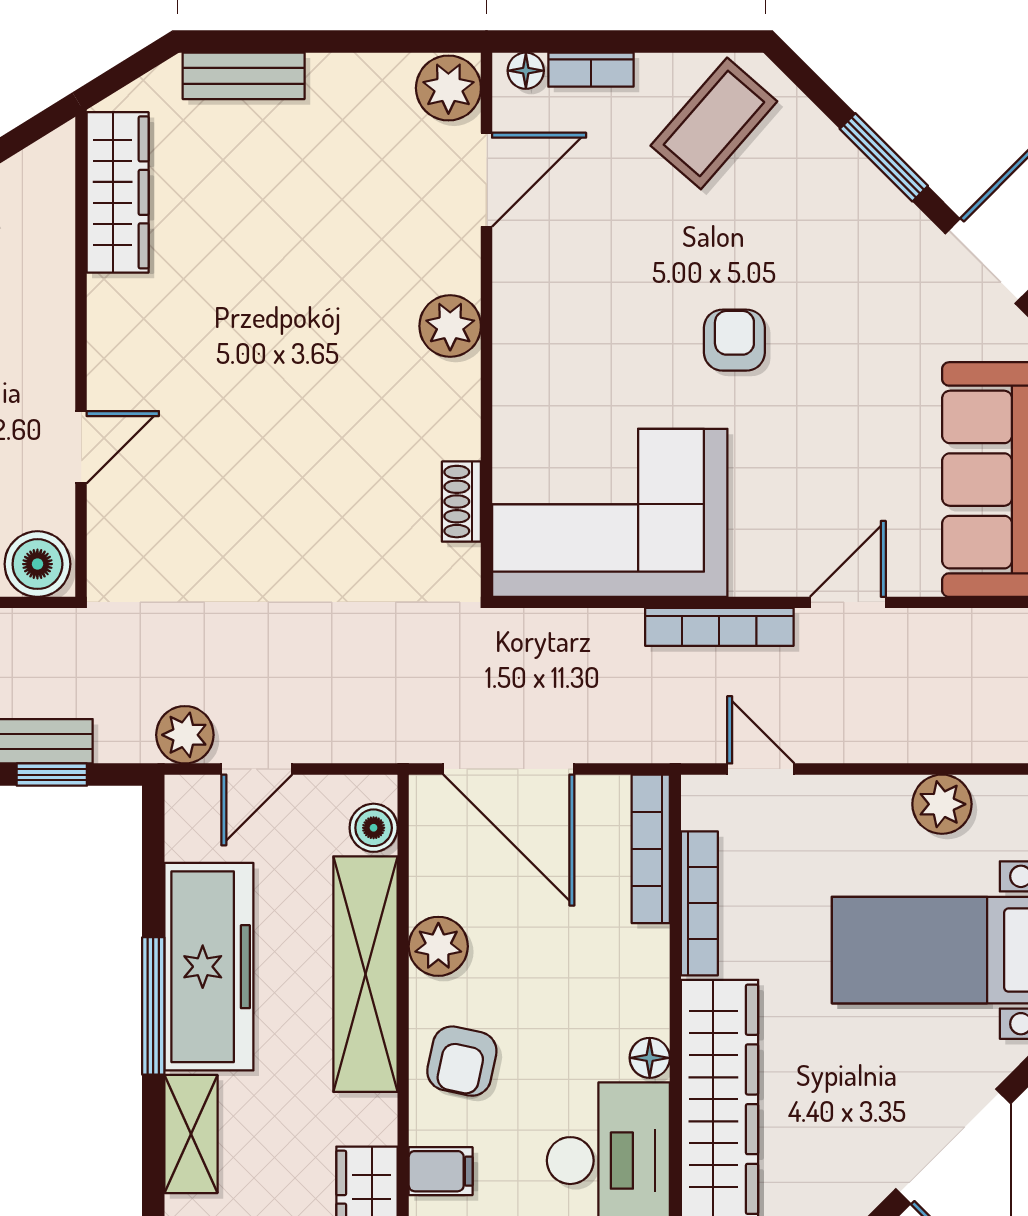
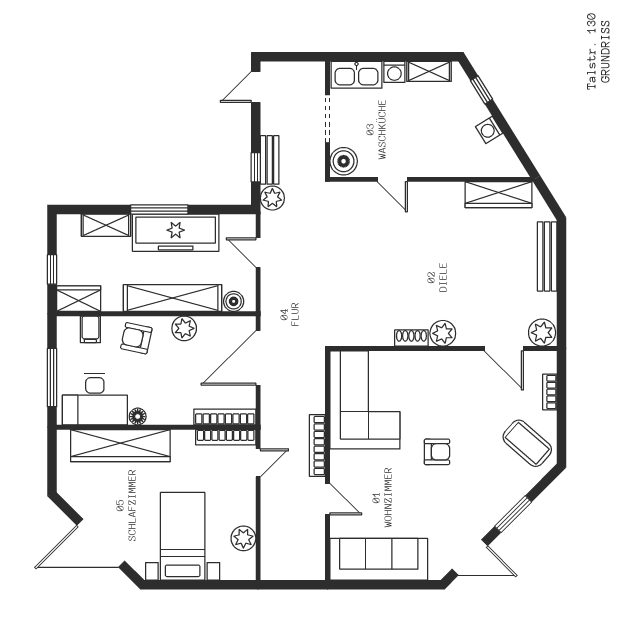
floor lamp: (526, 71) -> (549, 365), removed
bench: (244, 76) -> (547, 256), width x1.36
shoe rack: (461, 502) -> (411, 338), moved
plant: (185, 735) -> (272, 198), moved
bookcase: (699, 903) -> (226, 437), moved

